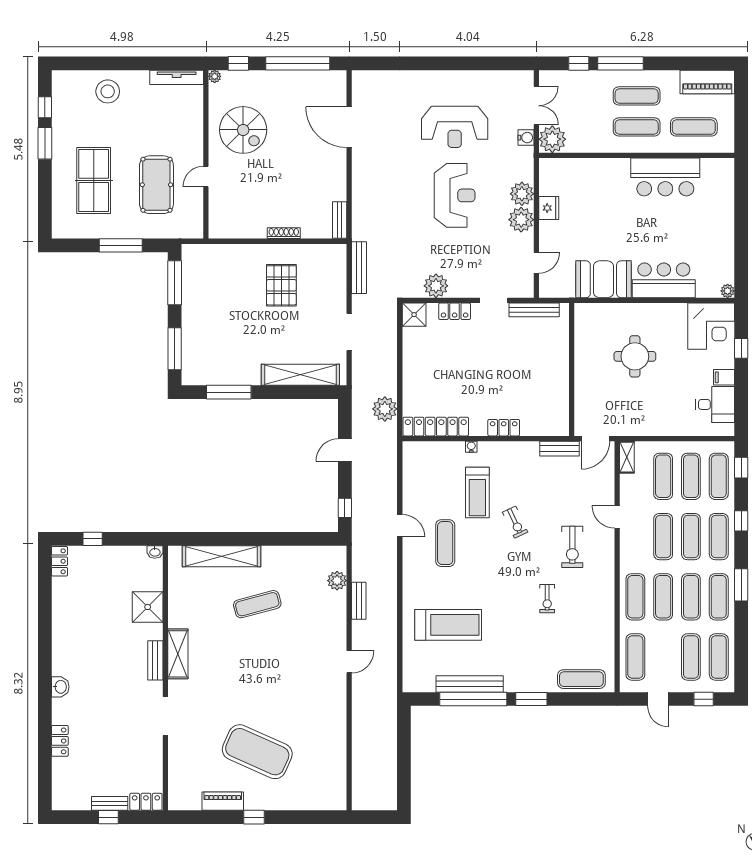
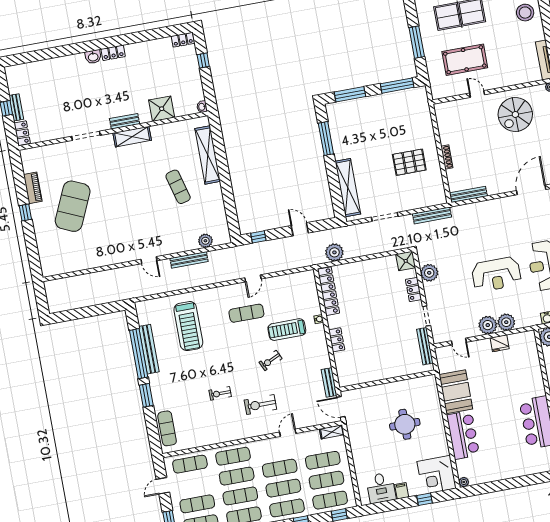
bench: (340, 220) -> (468, 194), width x1.36
bench: (359, 601) -> (189, 260), width x1.36
locker: (60, 741) -> (113, 53), moved

